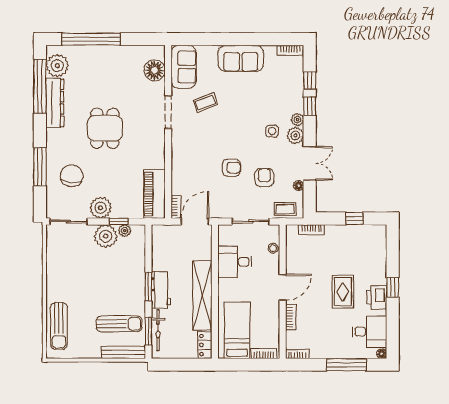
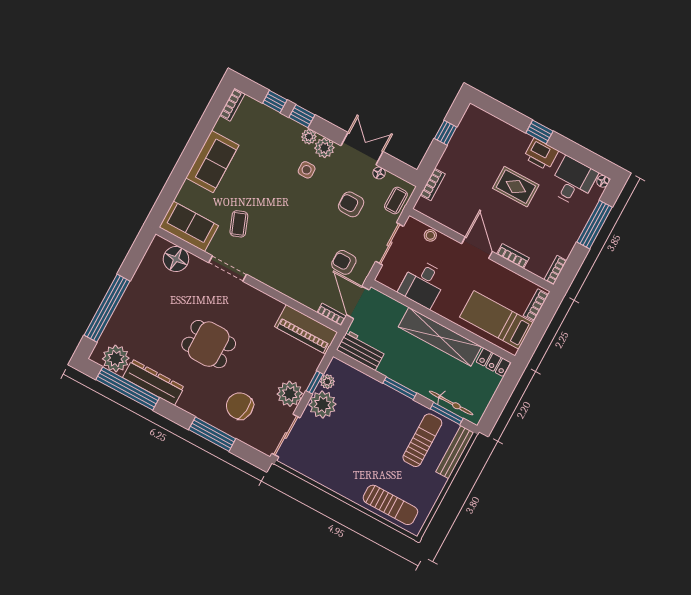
armchair: (231, 168) -> (344, 262), moved, turned -90
workbench: (161, 290) -> (361, 350), moved

